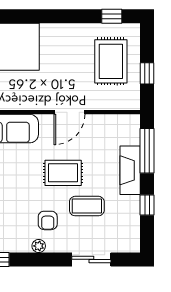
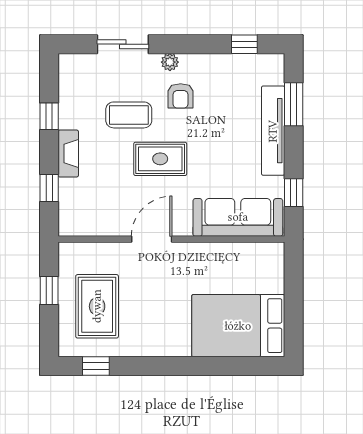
window: (147, 151) -> (49, 188), width x0.46
fireplace: (130, 170) -> (68, 154), width x0.73, depth x0.76
armchair: (48, 220) -> (181, 96), turned 180
plant: (39, 246) -> (170, 62), moved

